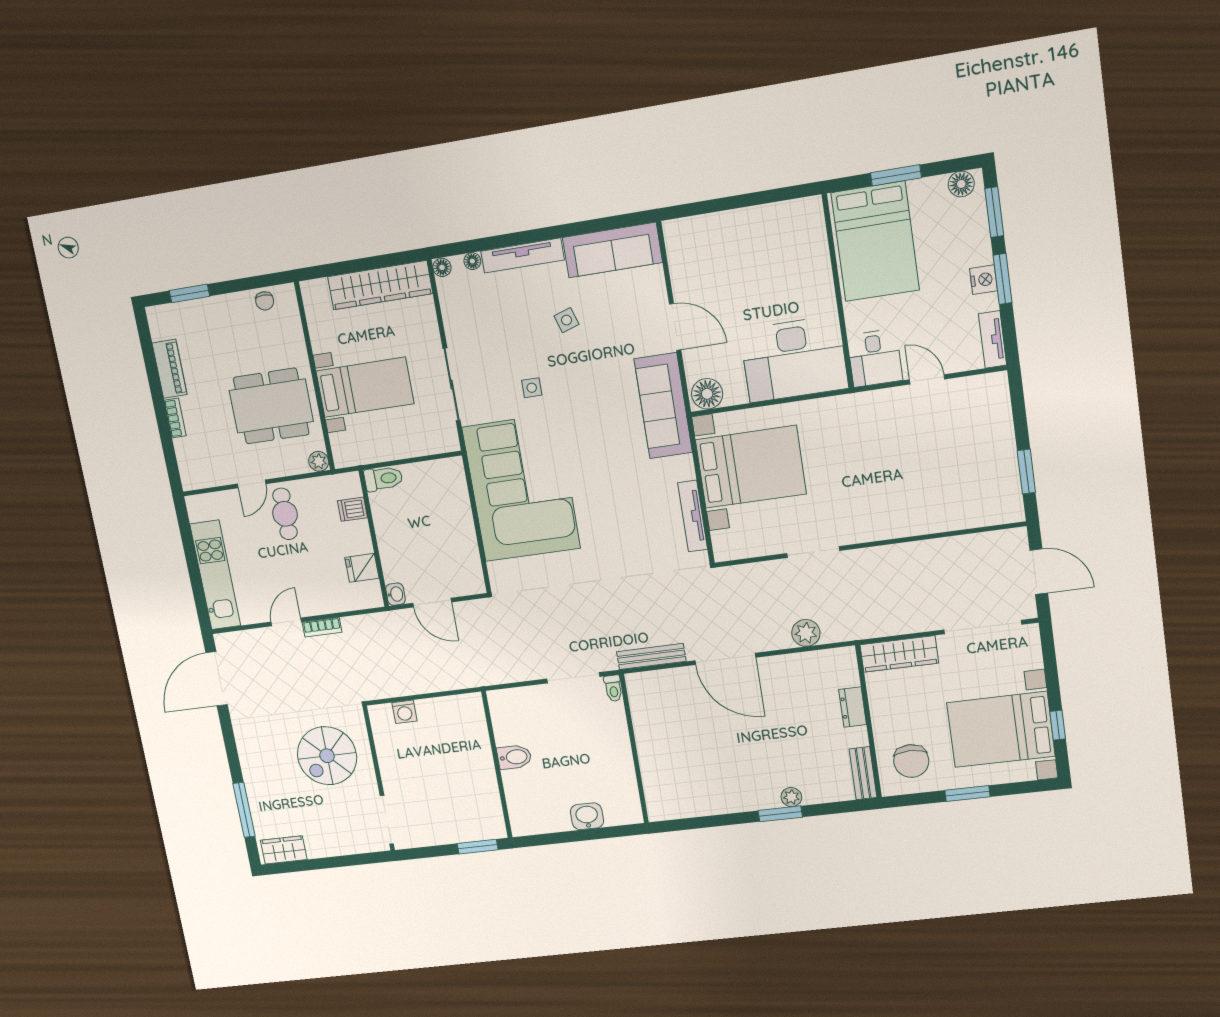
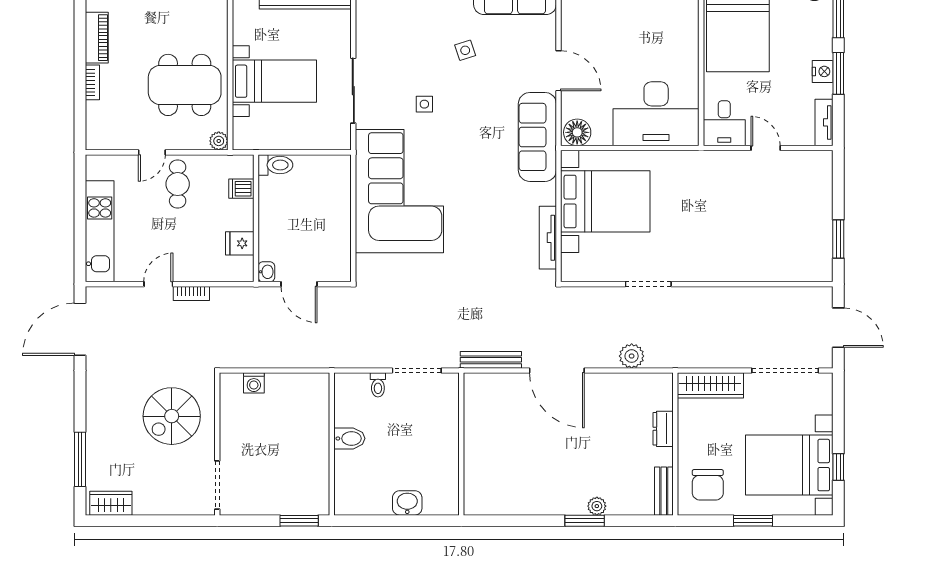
toilet: (613, 688) -> (378, 385), moved

